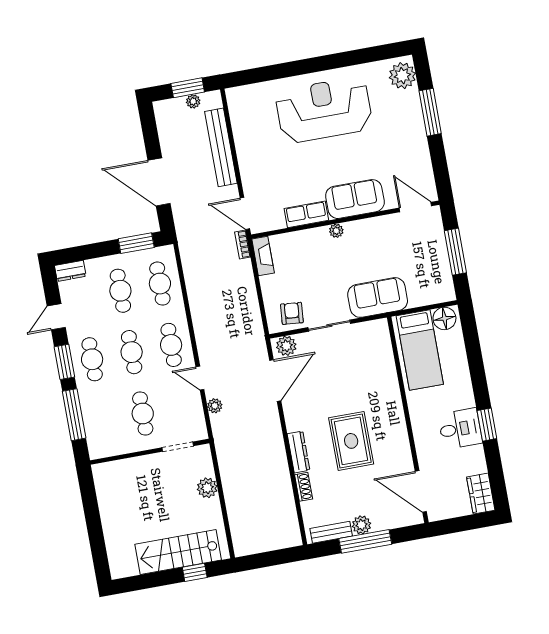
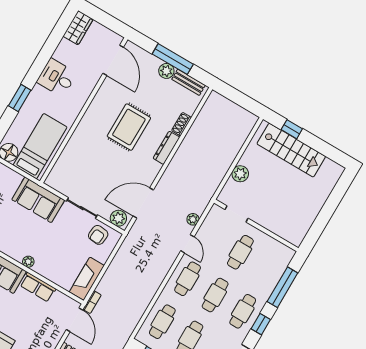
fireplace: (263, 256) -> (87, 279), width x1.37, depth x1.32
window: (64, 362) -> (261, 324), width x0.67
window: (487, 425) -> (20, 98), moved

